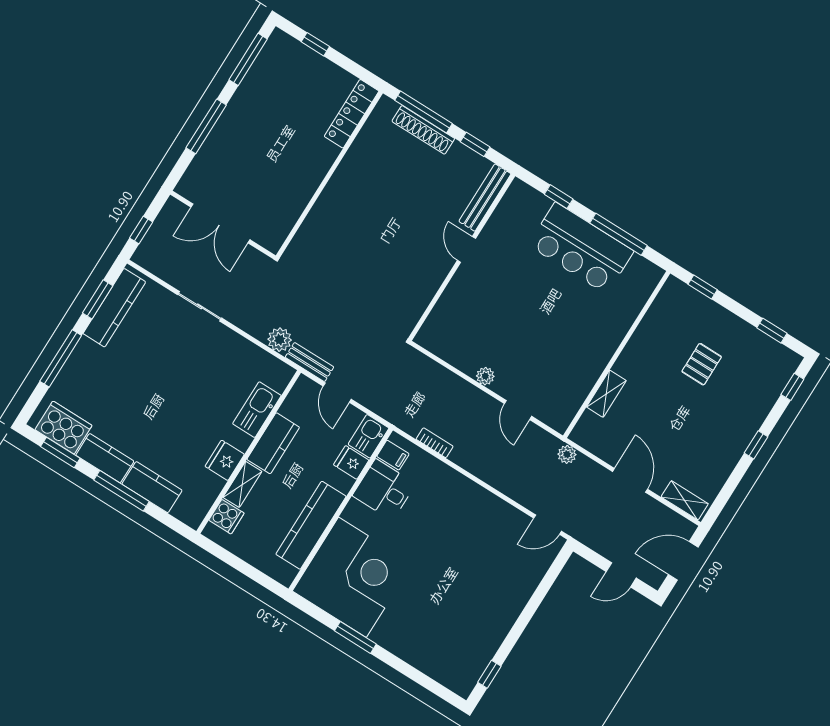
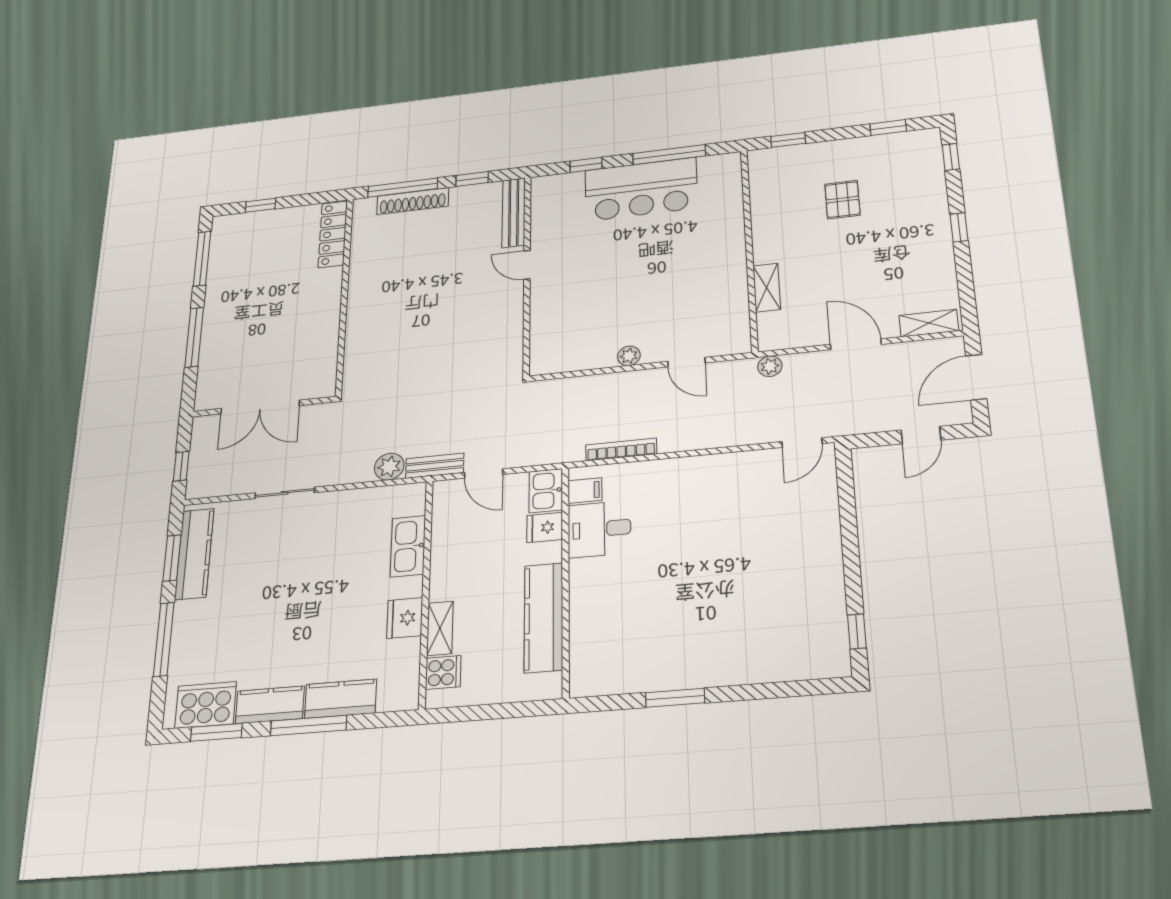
kitchen counter: (273, 443) -> (447, 566), removed
bookcase: (435, 443) -> (621, 449), width x1.56
corner desk: (352, 577) -> (627, 638), removed

